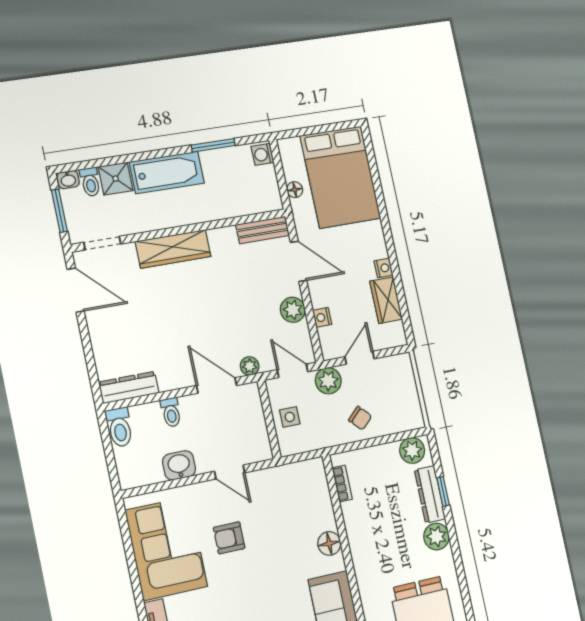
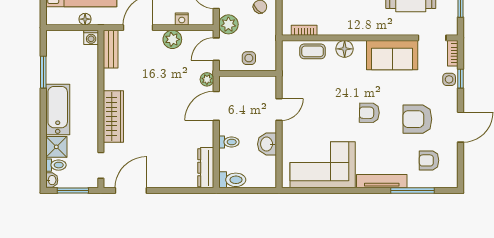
washing machine: (263, 154) -> (91, 37), moved
coffee table: (317, 501) -> (313, 51), added
armchair: (229, 538) -> (369, 113), moved, turned 91

